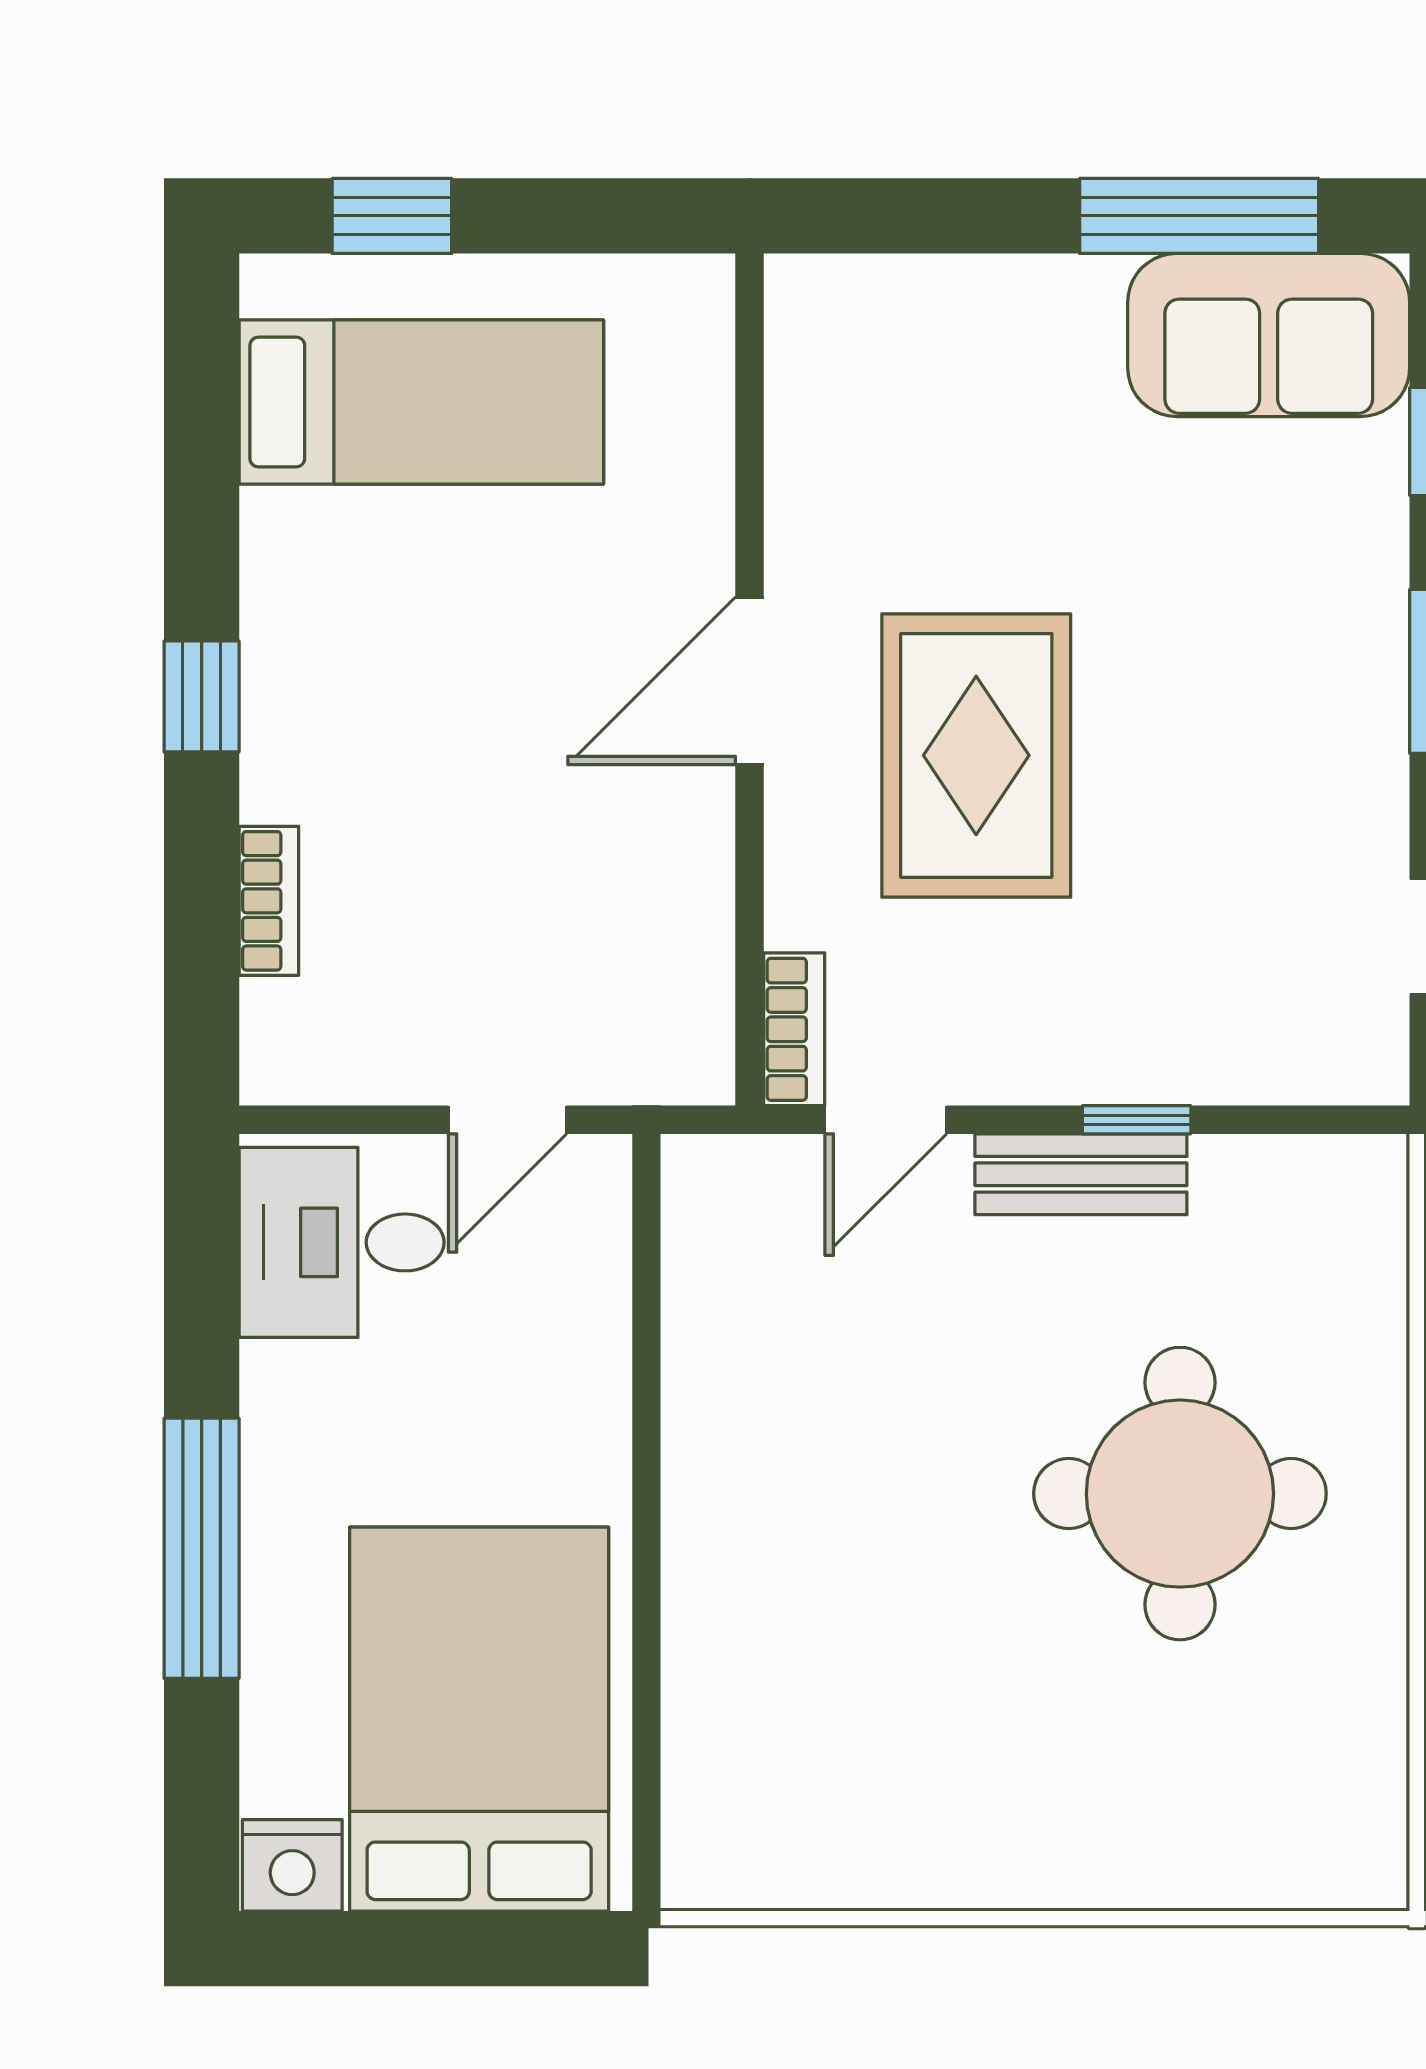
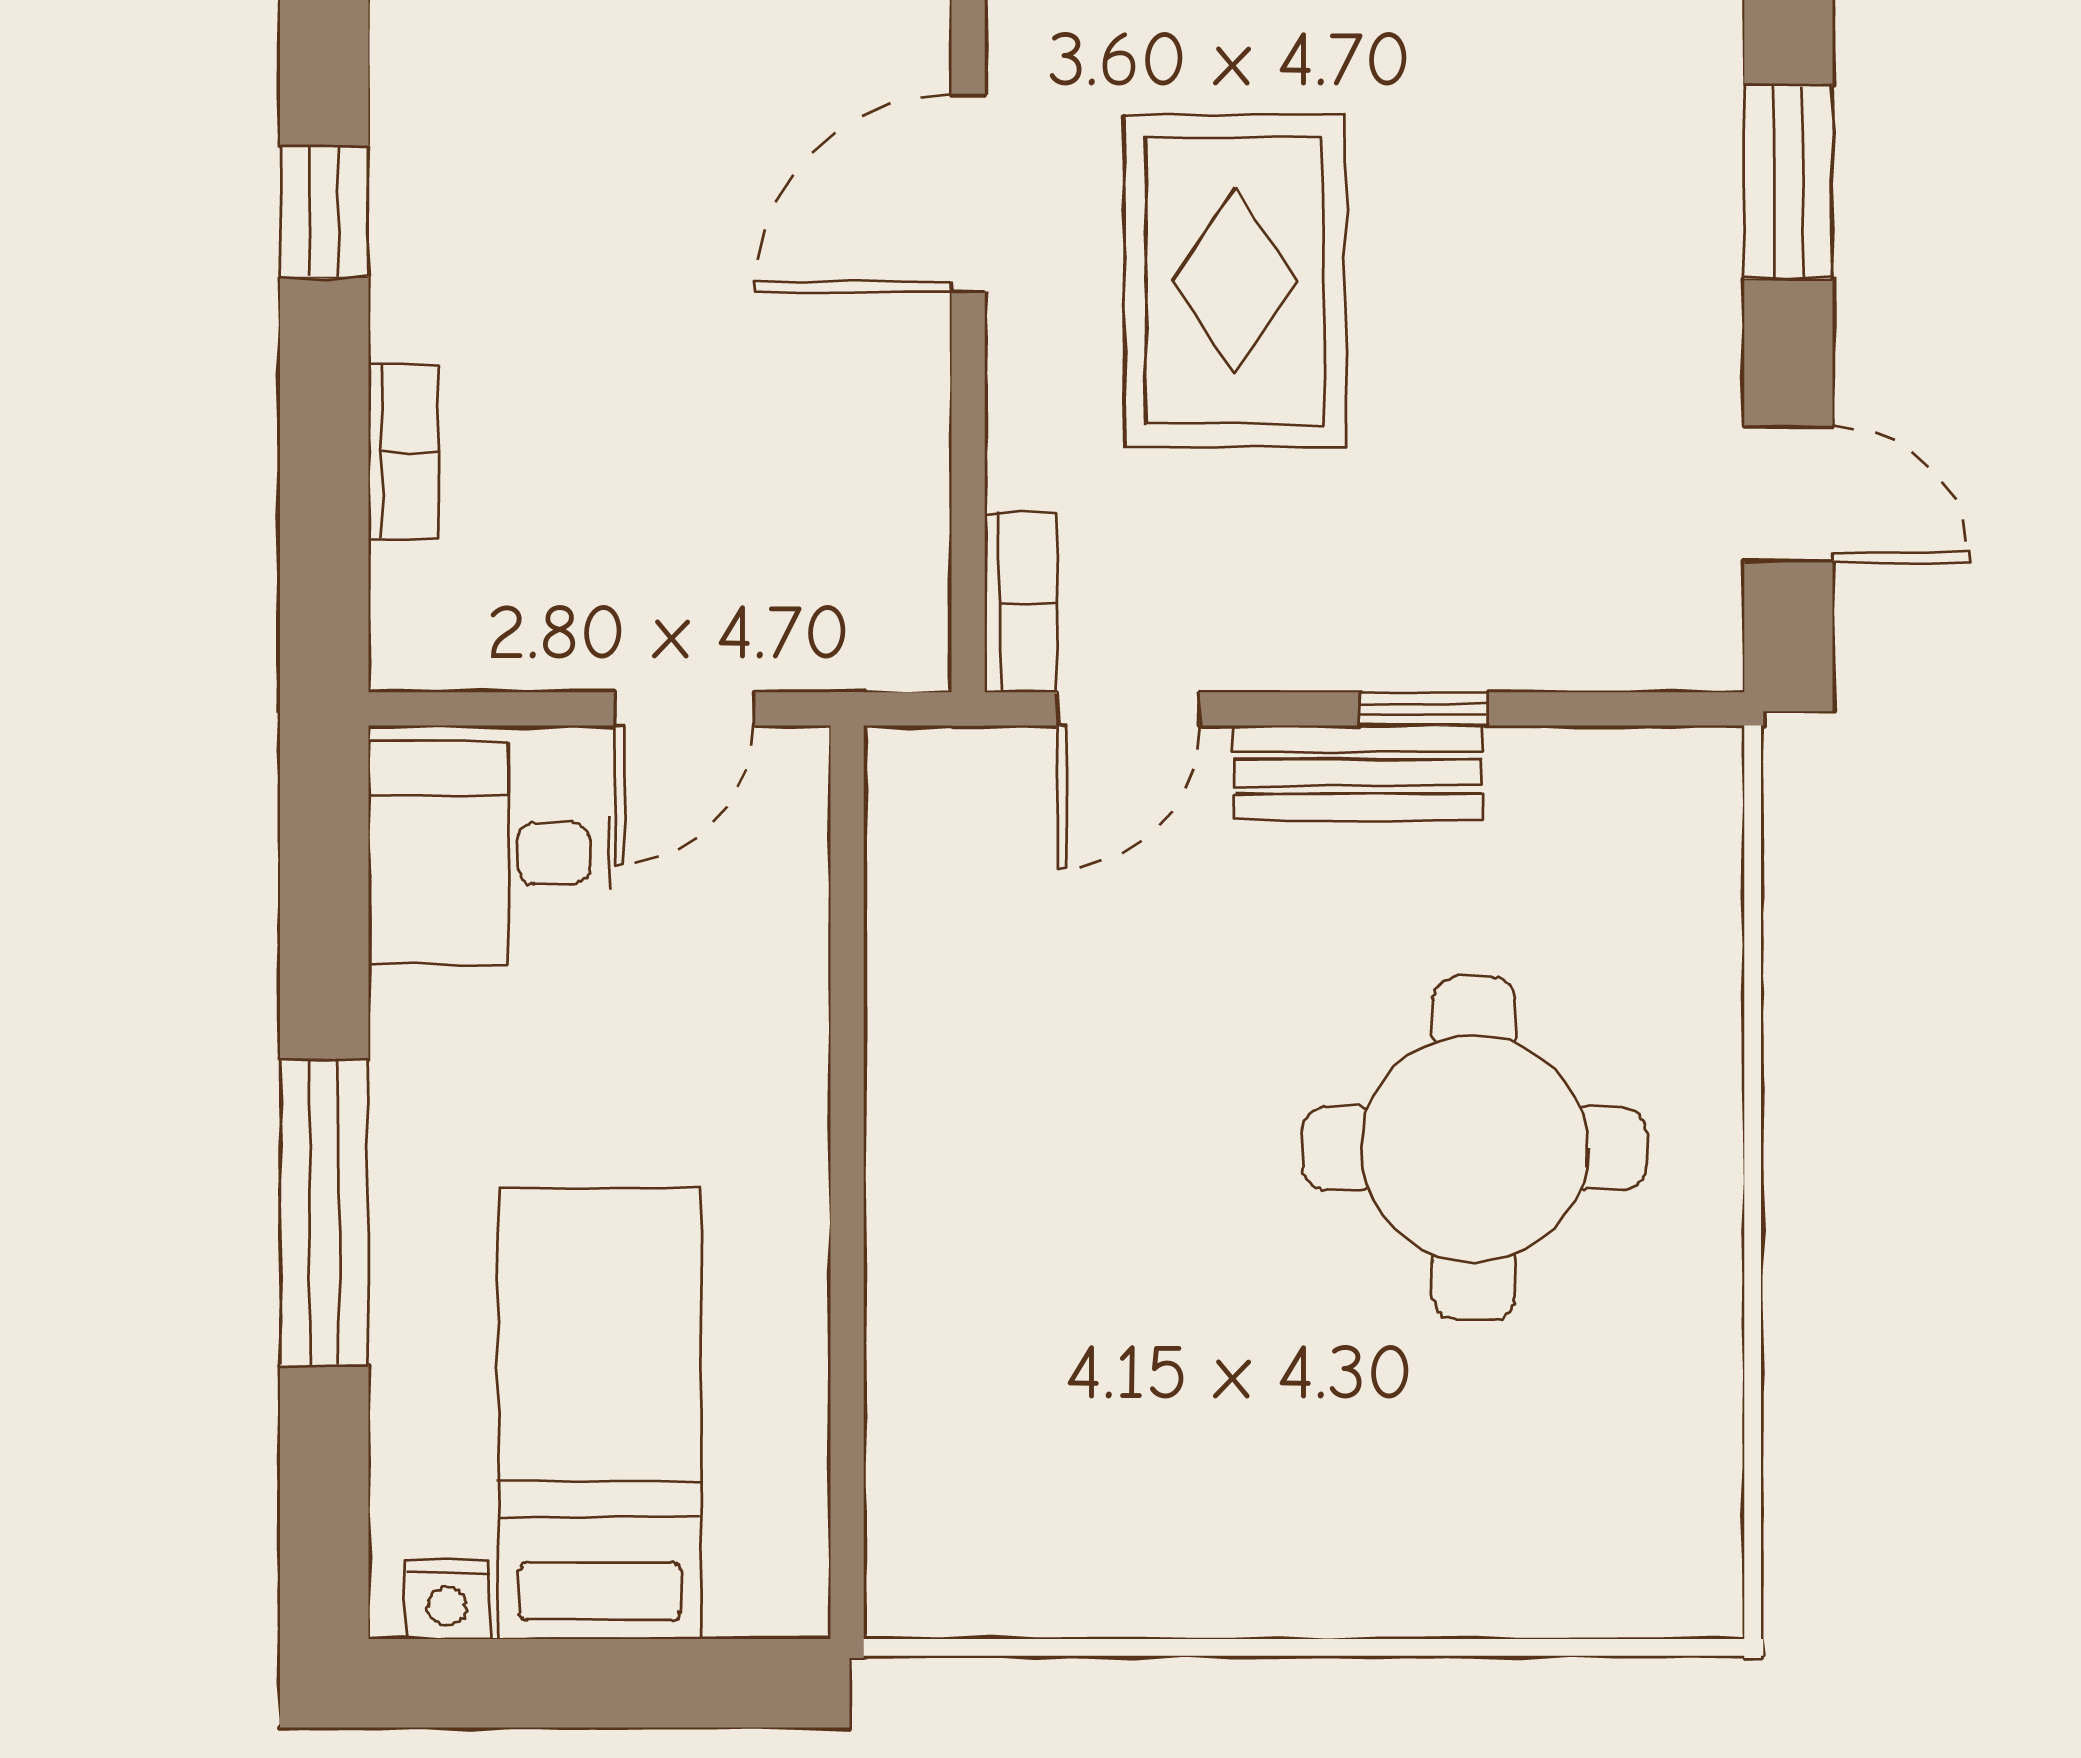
bed: (479, 1719) -> (600, 1414), width x0.67
nightstand: (292, 1865) -> (447, 1599), width x0.72, depth x0.74

